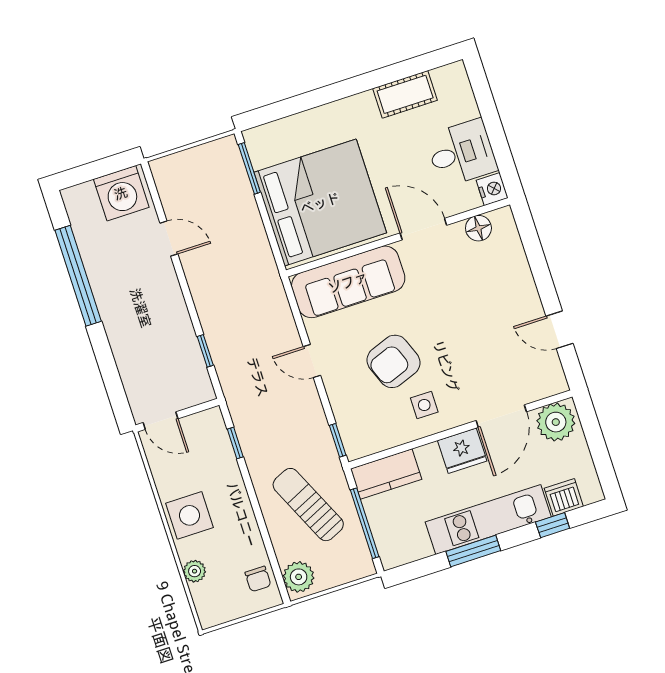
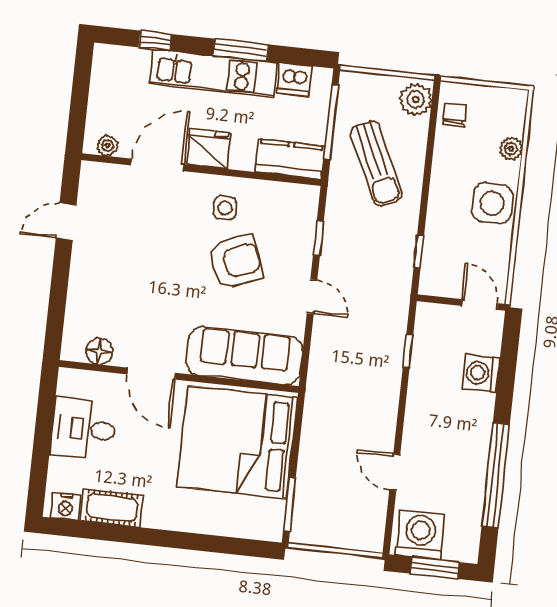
window: (95, 170) -> (435, 568), added
nightstand: (492, 189) -> (66, 506), moved, turned -90
door: (559, 330) -> (66, 222), swing flipped
washing machine: (132, 360) -> (481, 373), added
plant: (556, 422) -> (108, 145), width x0.53, depth x0.53
window: (338, 440) -> (318, 238), moved
dishwasher: (564, 497) -> (294, 80), moved

